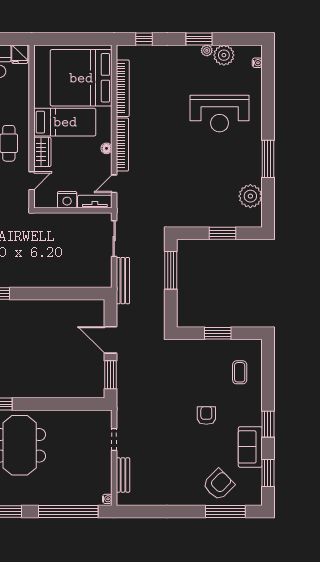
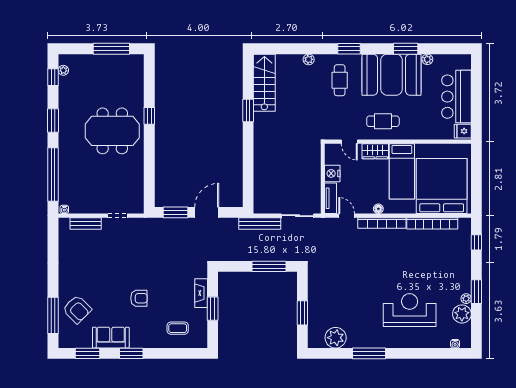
reception desk: (220, 114) -> (410, 310), turned 90
fireplace: (201, 346) -> (201, 293), added

